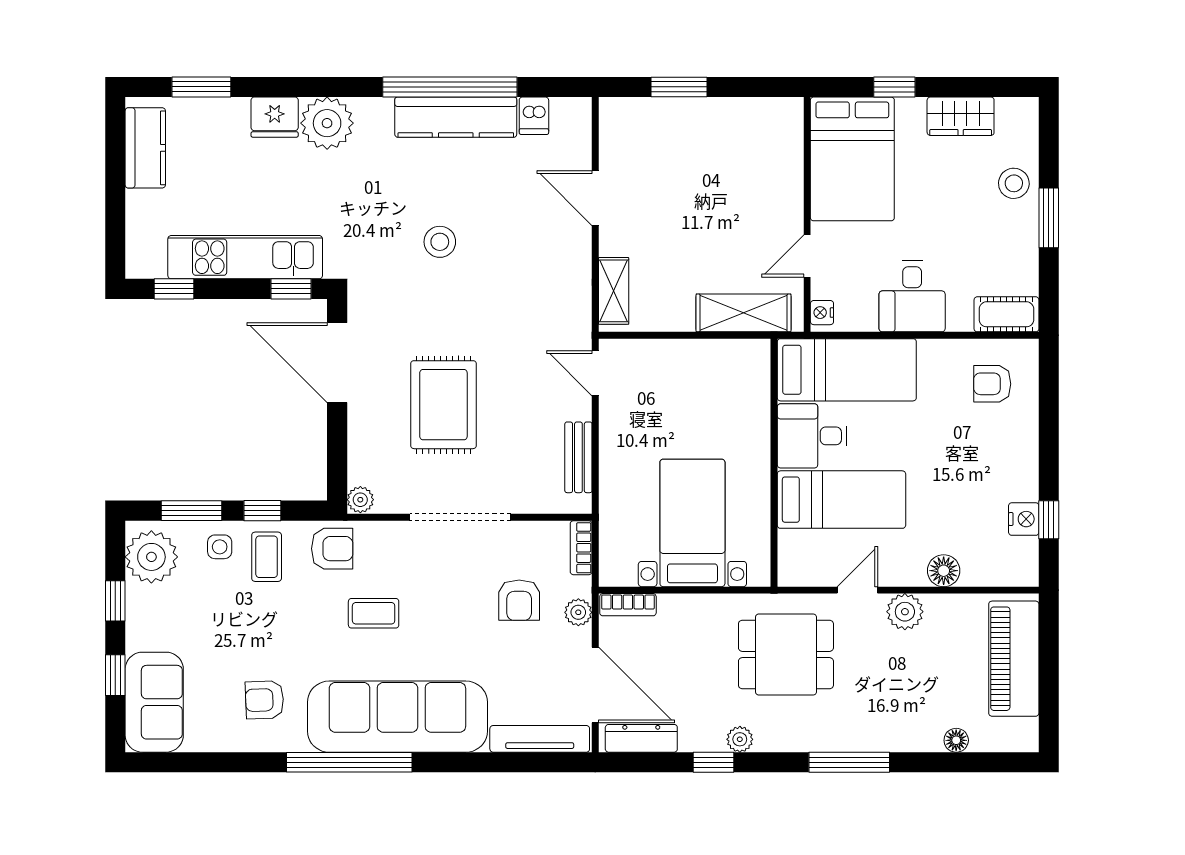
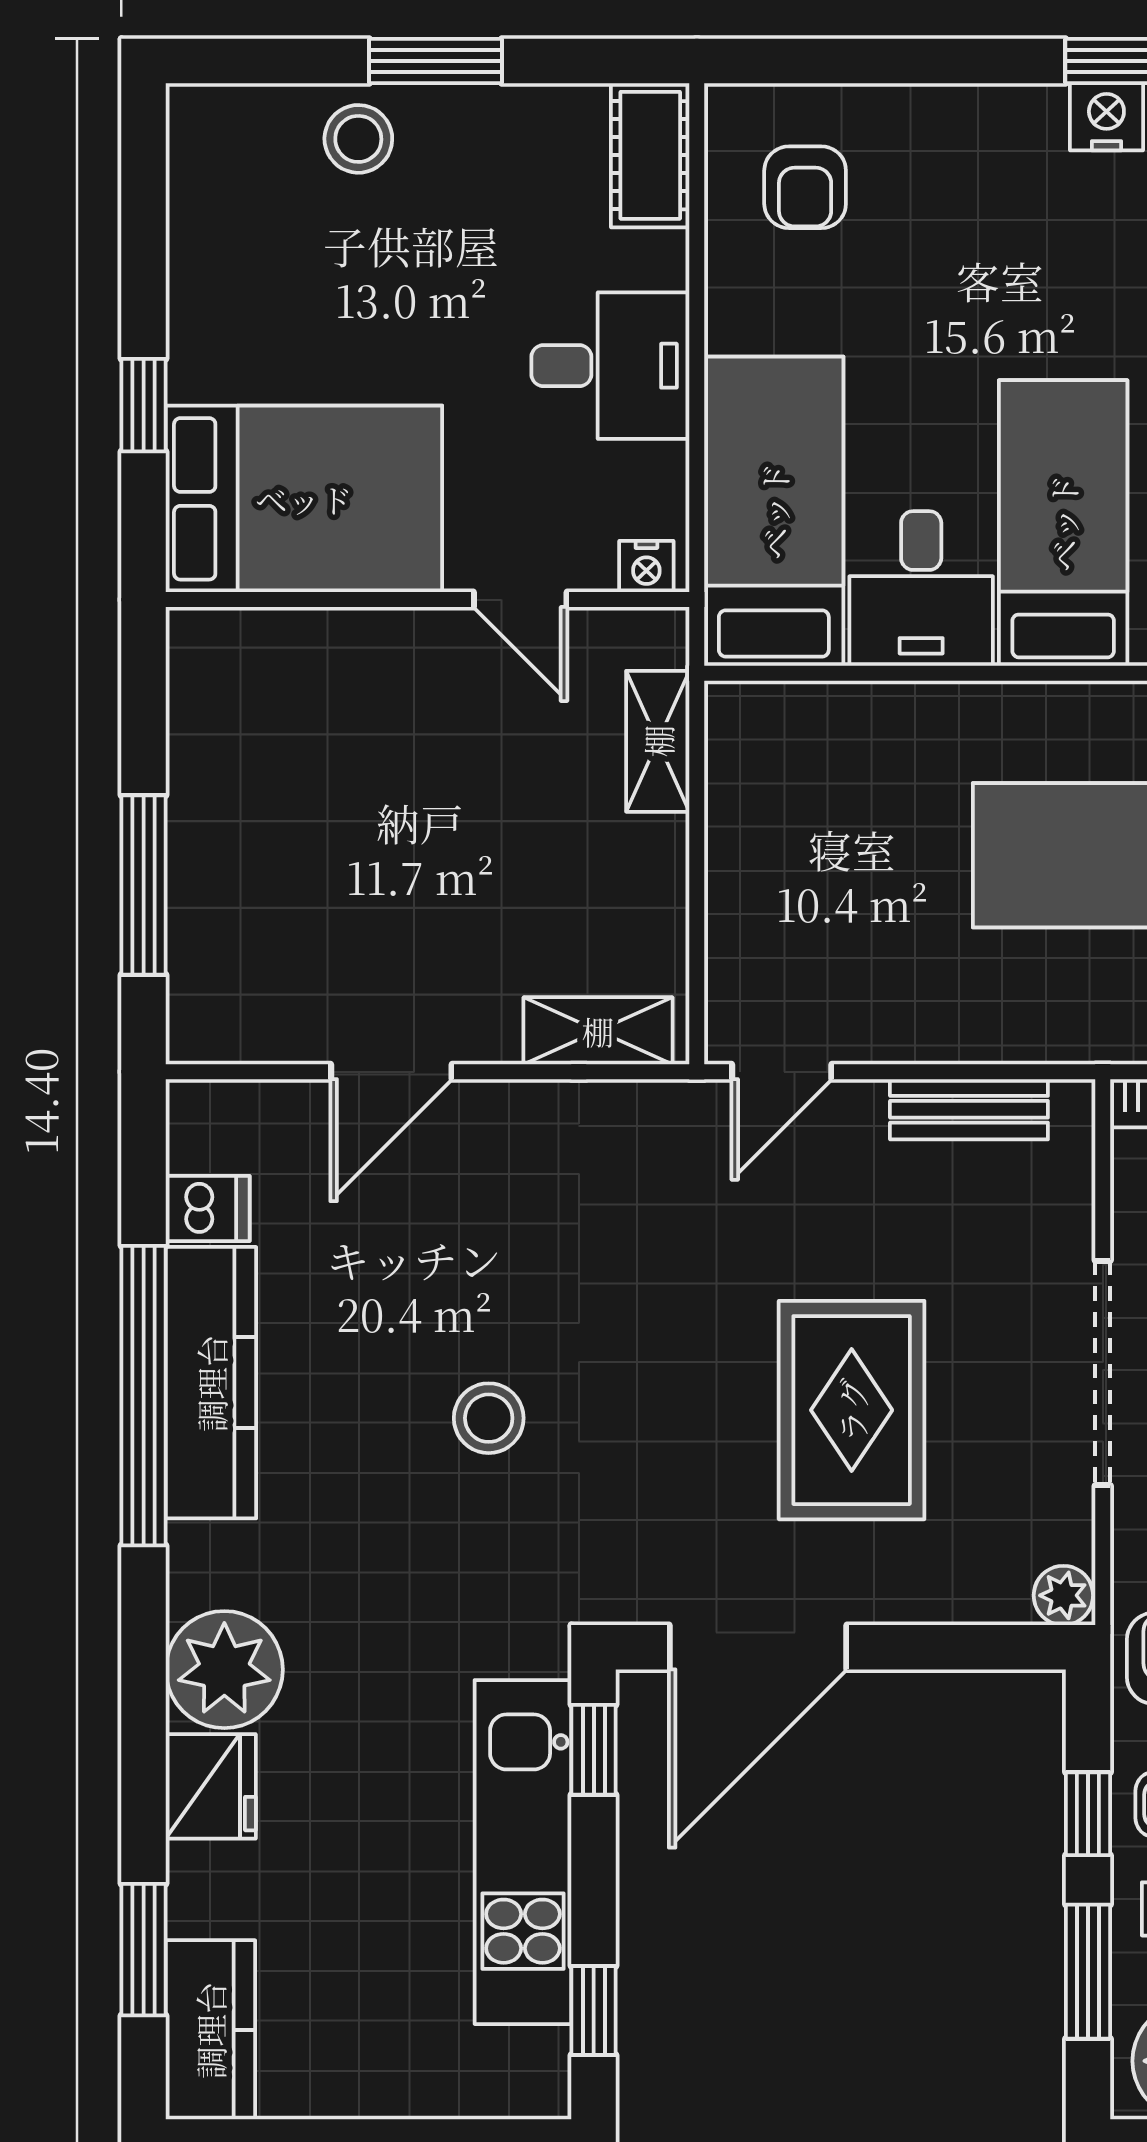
window: (679, 87) -> (144, 885), width x1.44
wardrobe: (961, 116) -> (209, 258), removed
kitchen counter: (145, 148) -> (210, 2030), moved, turned 90
shelving: (744, 313) -> (658, 741), width x0.67, depth x0.75
rug: (443, 405) -> (852, 1410), turned 90

